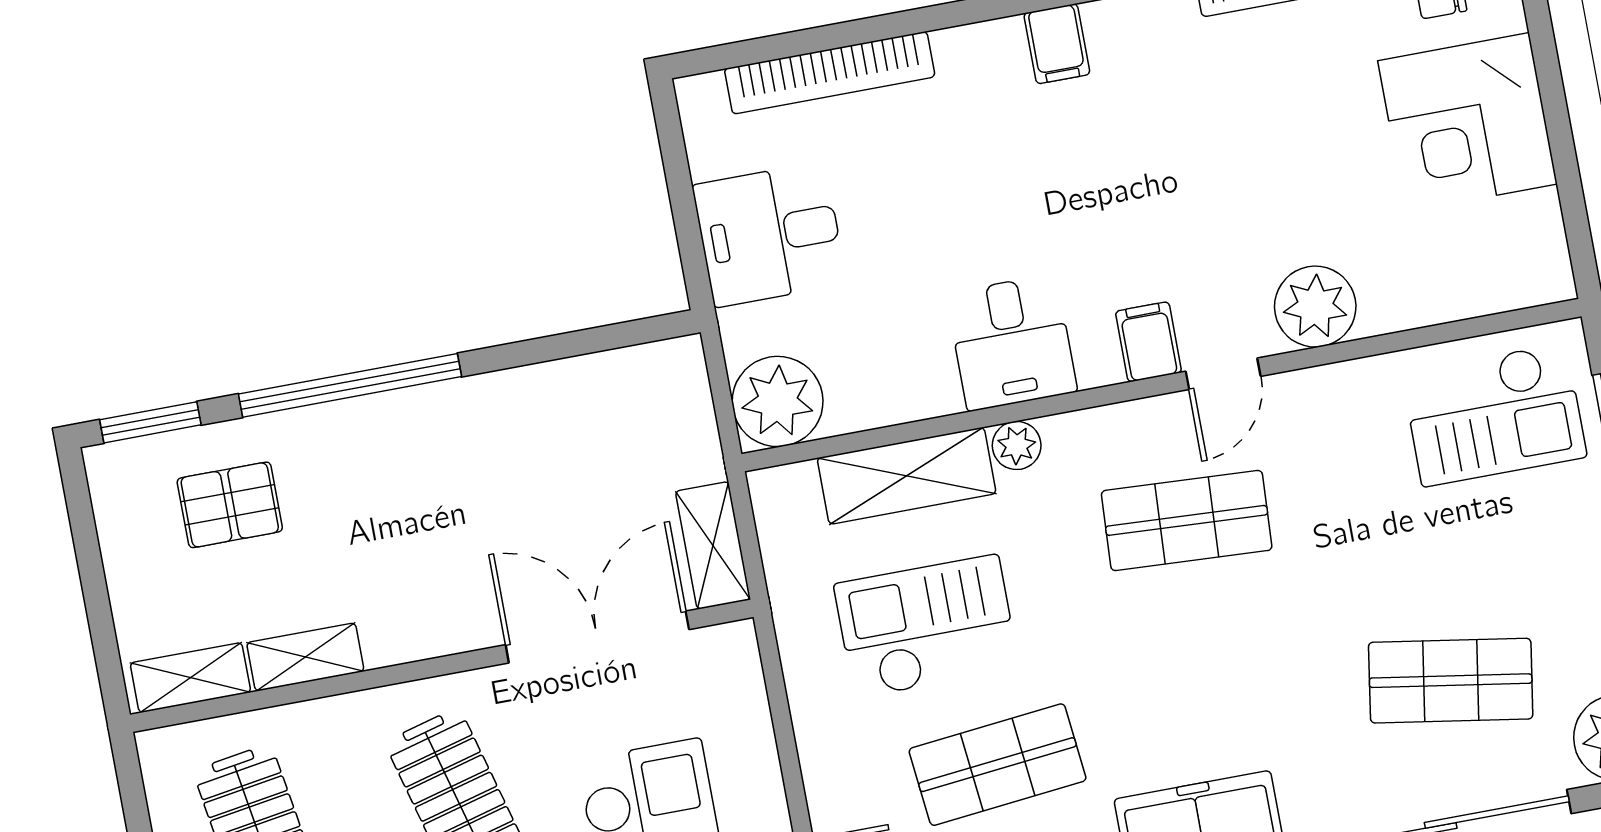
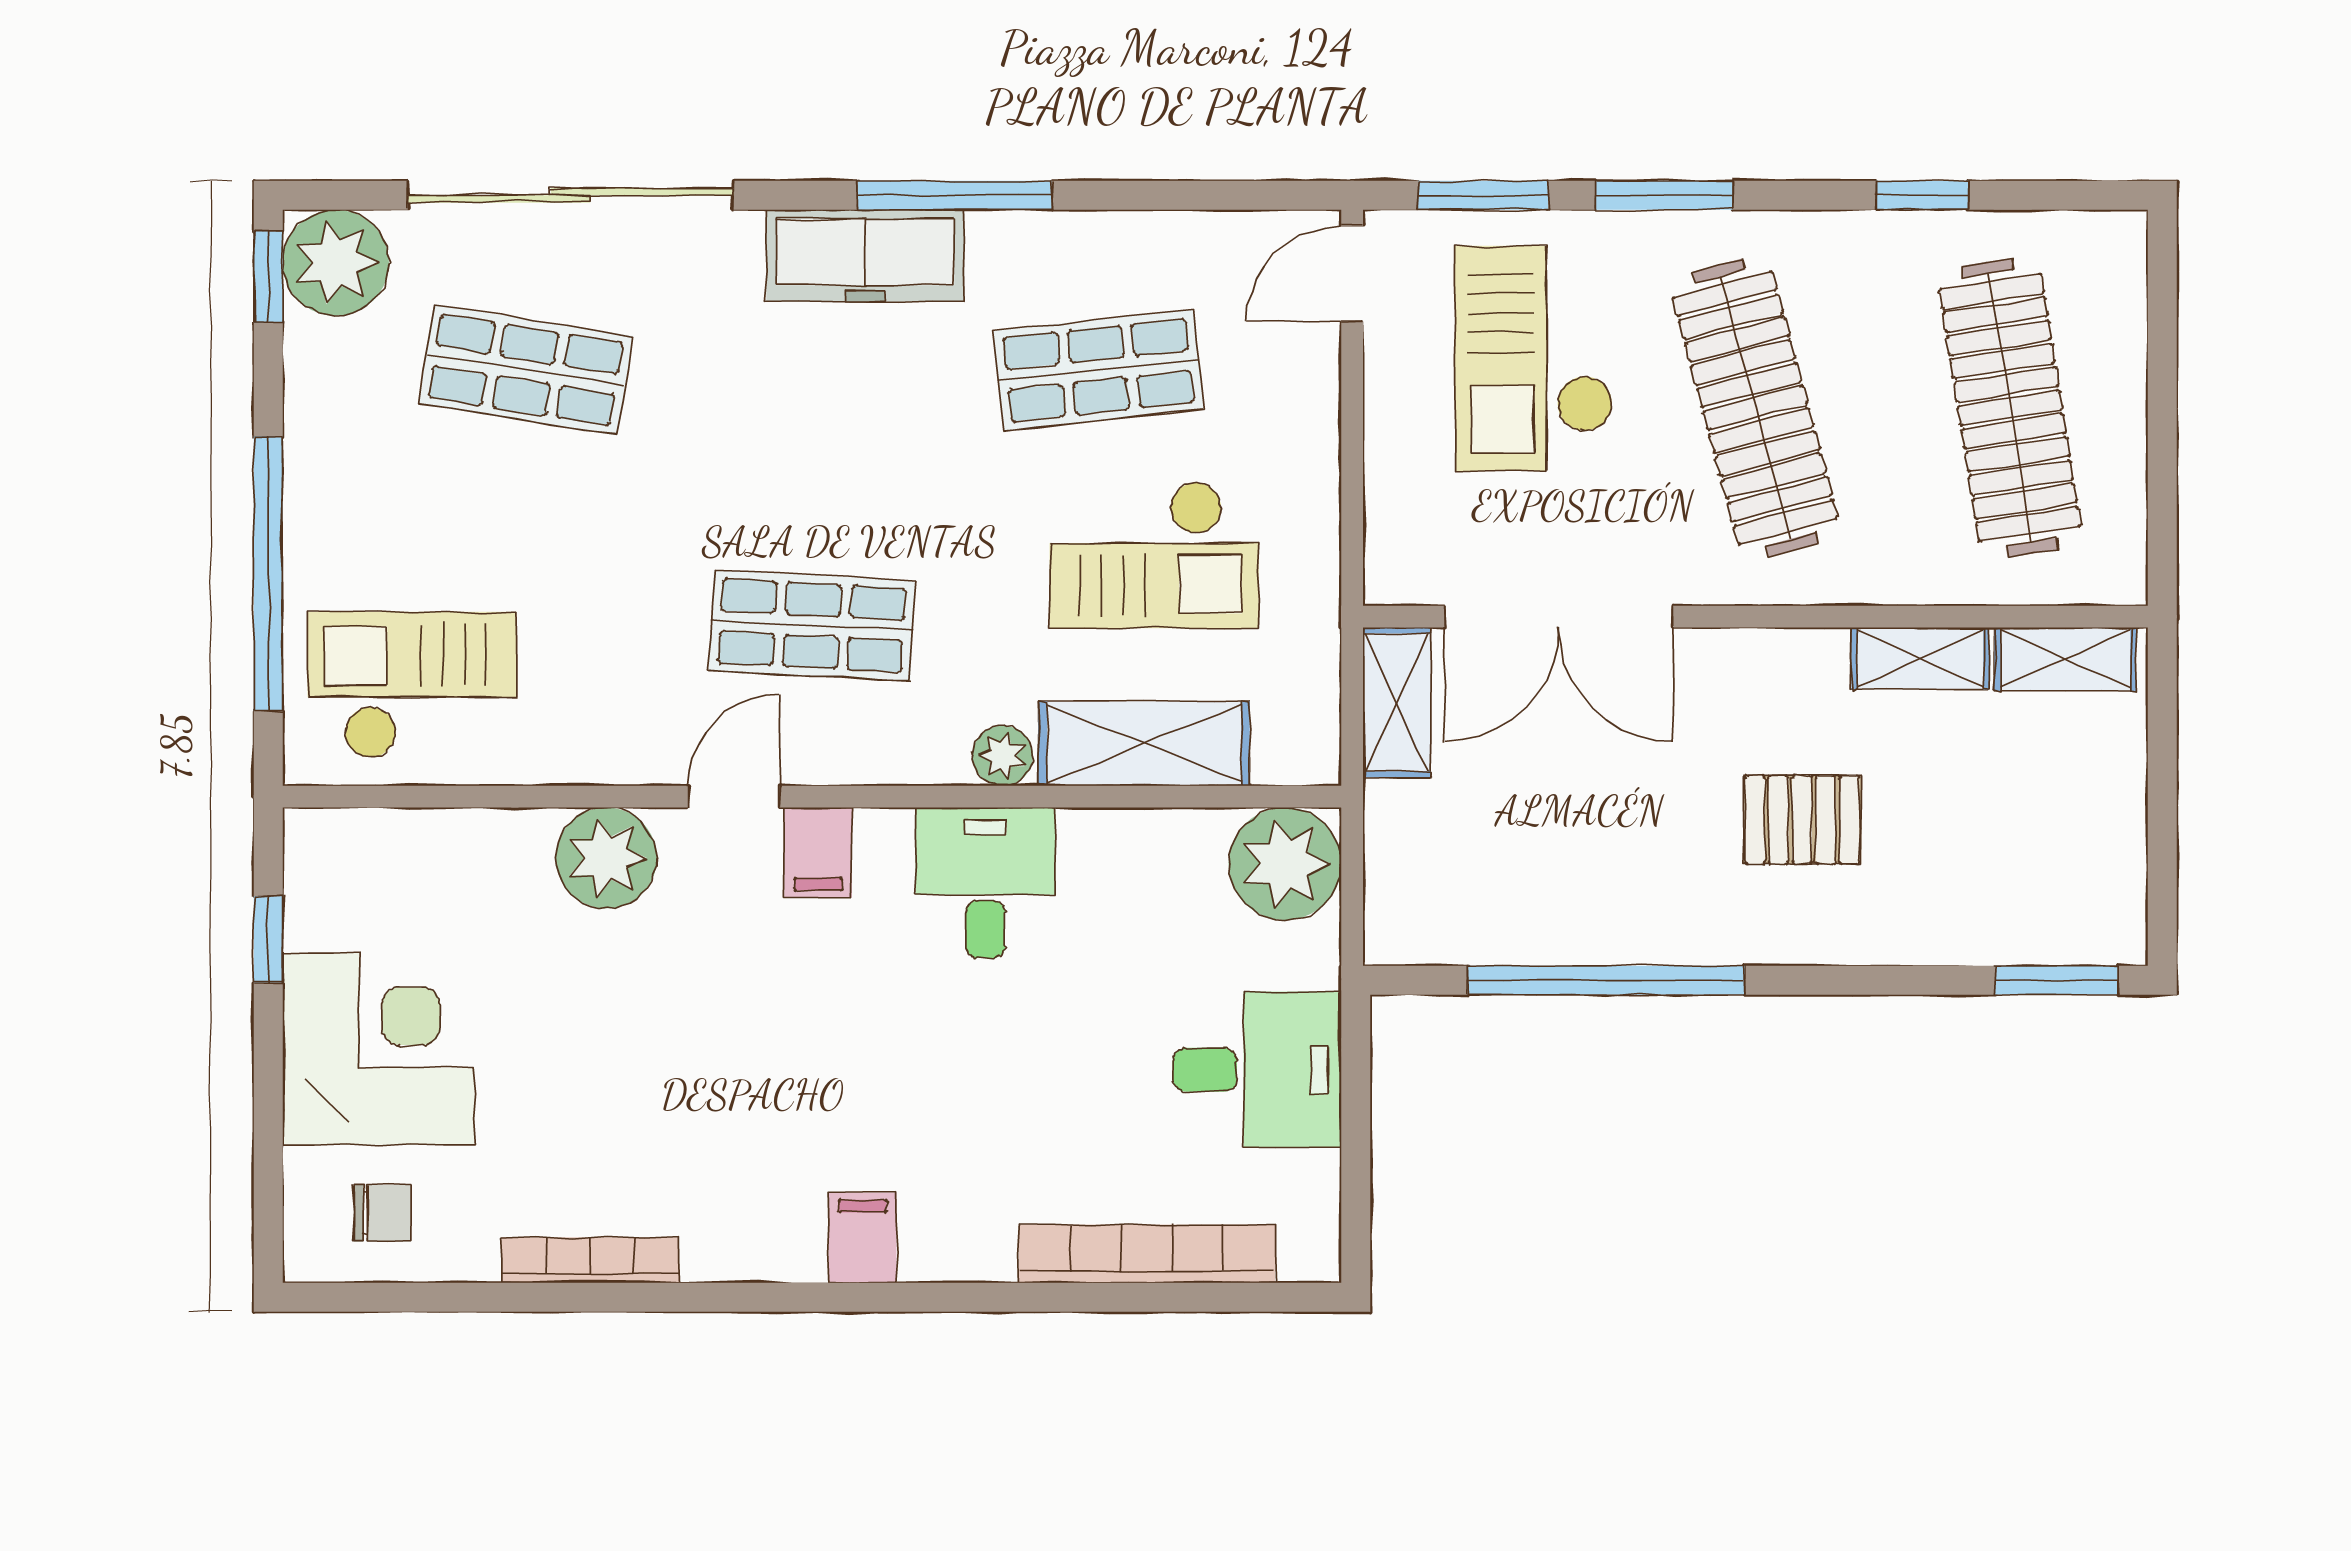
window: (1571, 193) -> (268, 939), added
window: (350, 385) -> (1606, 980), moved
pallet: (230, 505) -> (1802, 820), moved

